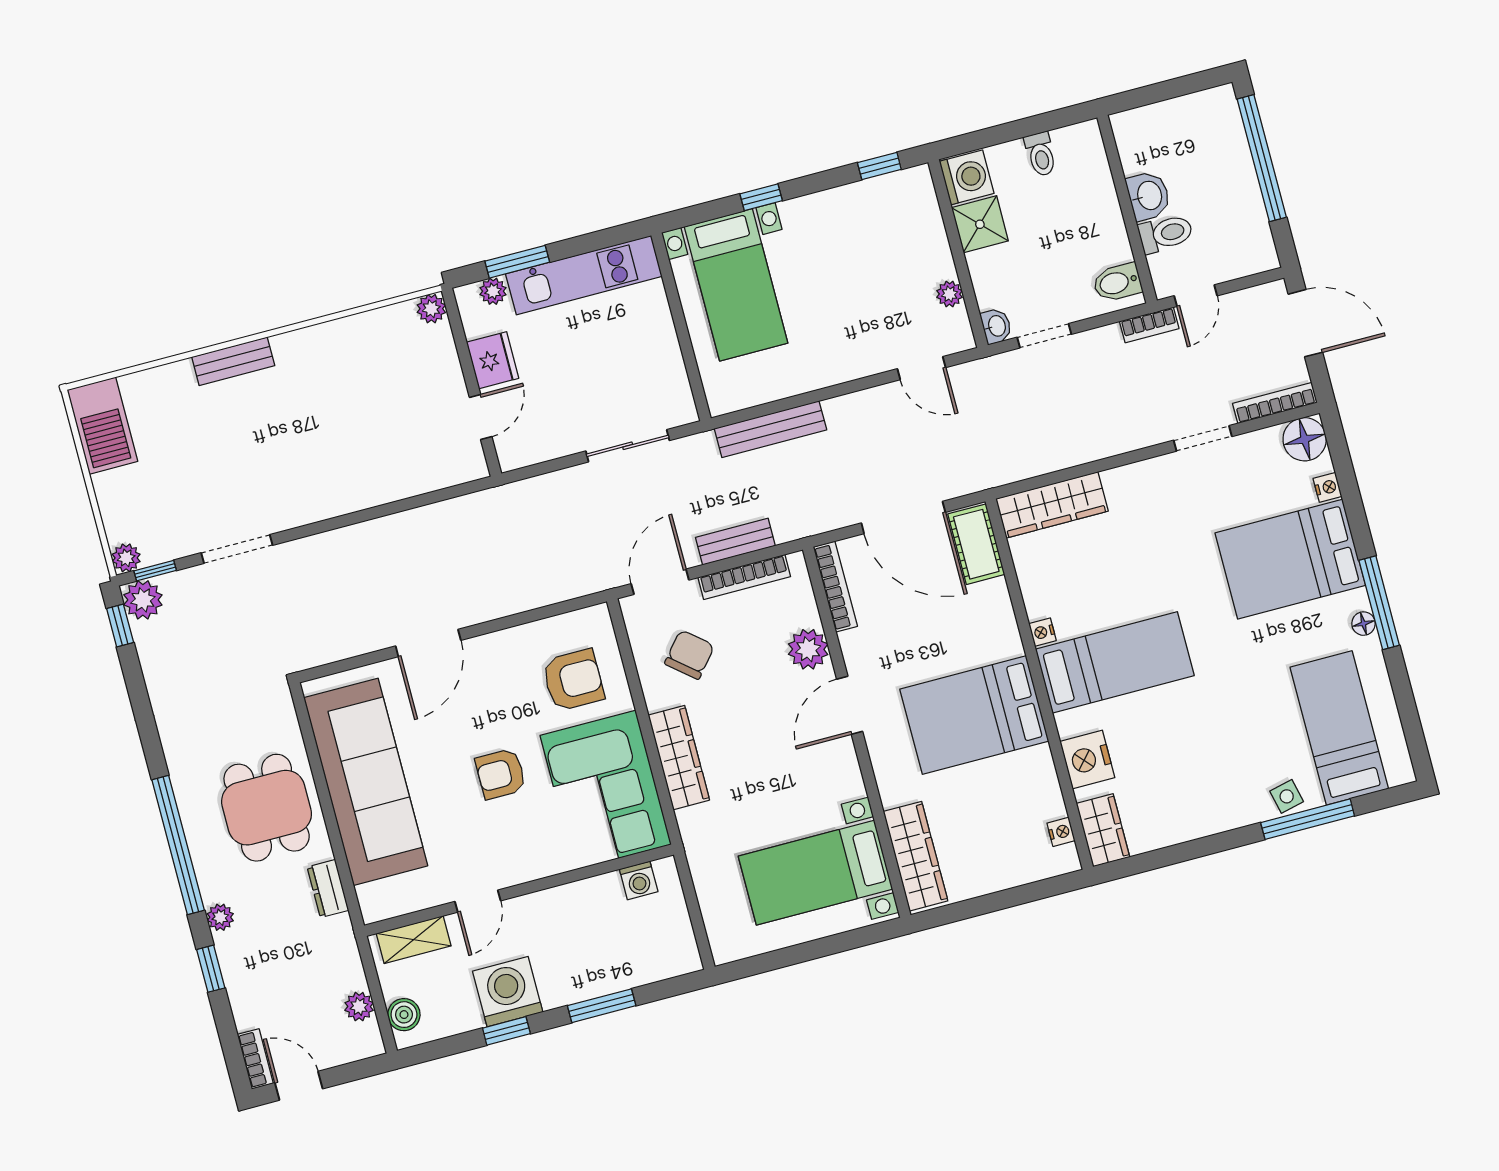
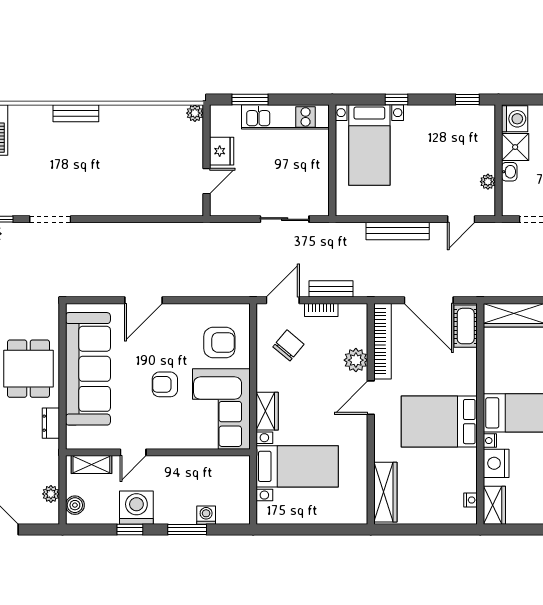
plant: (493, 291) -> (232, 112), removed
washbasin: (996, 326) -> (509, 172), moved
door: (921, 368) -> (461, 219), hinge flipped
bench: (770, 429) -> (398, 231), moved
bookcase: (744, 577) -> (321, 310), width x0.64
bookcase: (835, 587) -> (382, 341), width x1.48, depth x1.31
nightstand: (1042, 632) -> (490, 441), moved
wardrobe: (679, 758) -> (267, 411), width x0.67
bed with nightstands: (815, 873) -> (297, 466), moved, turned 180
washing machine: (639, 880) -> (206, 515), moved, turned 180

